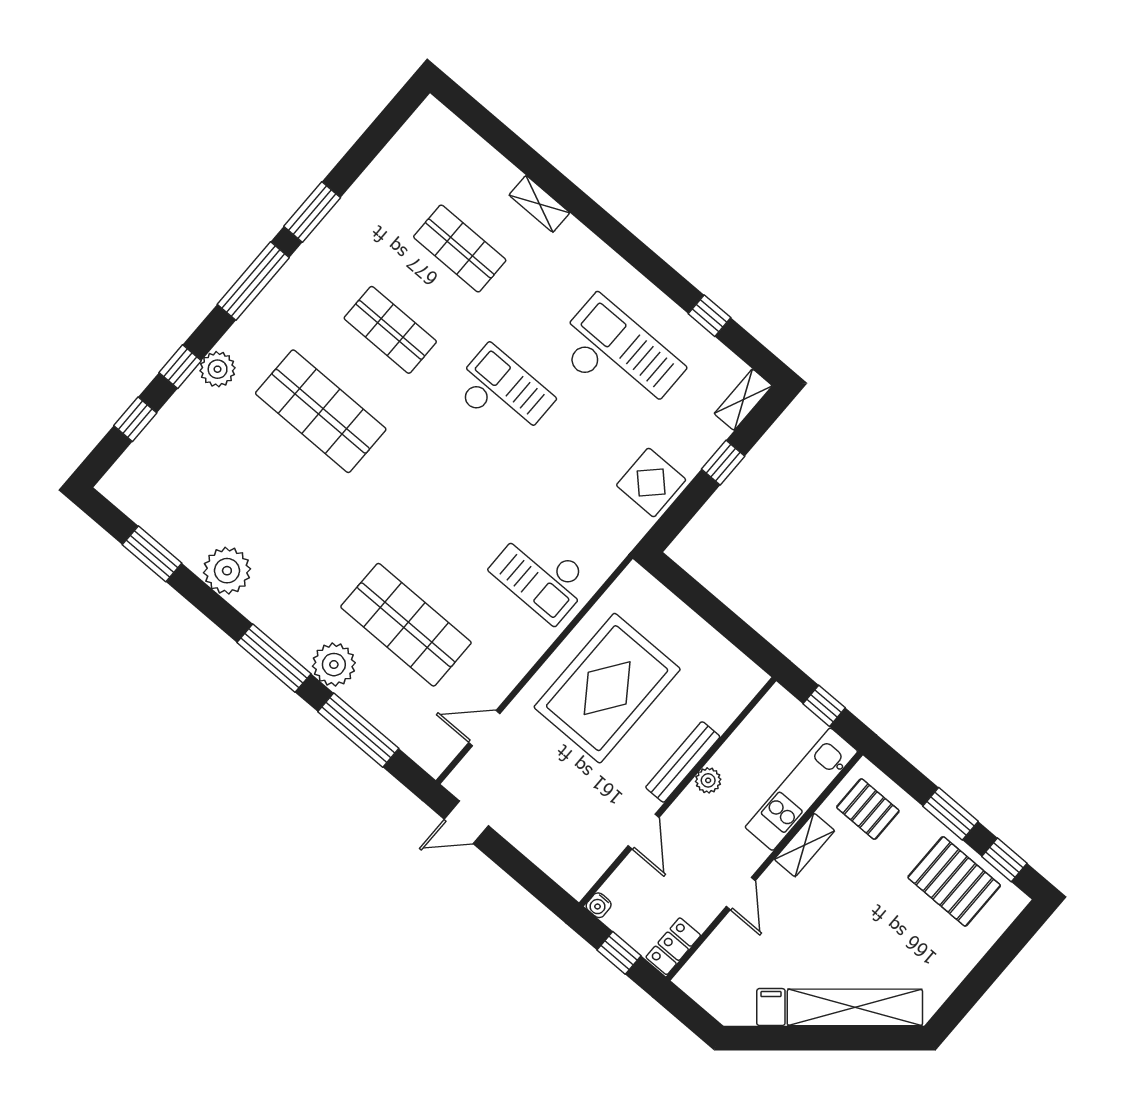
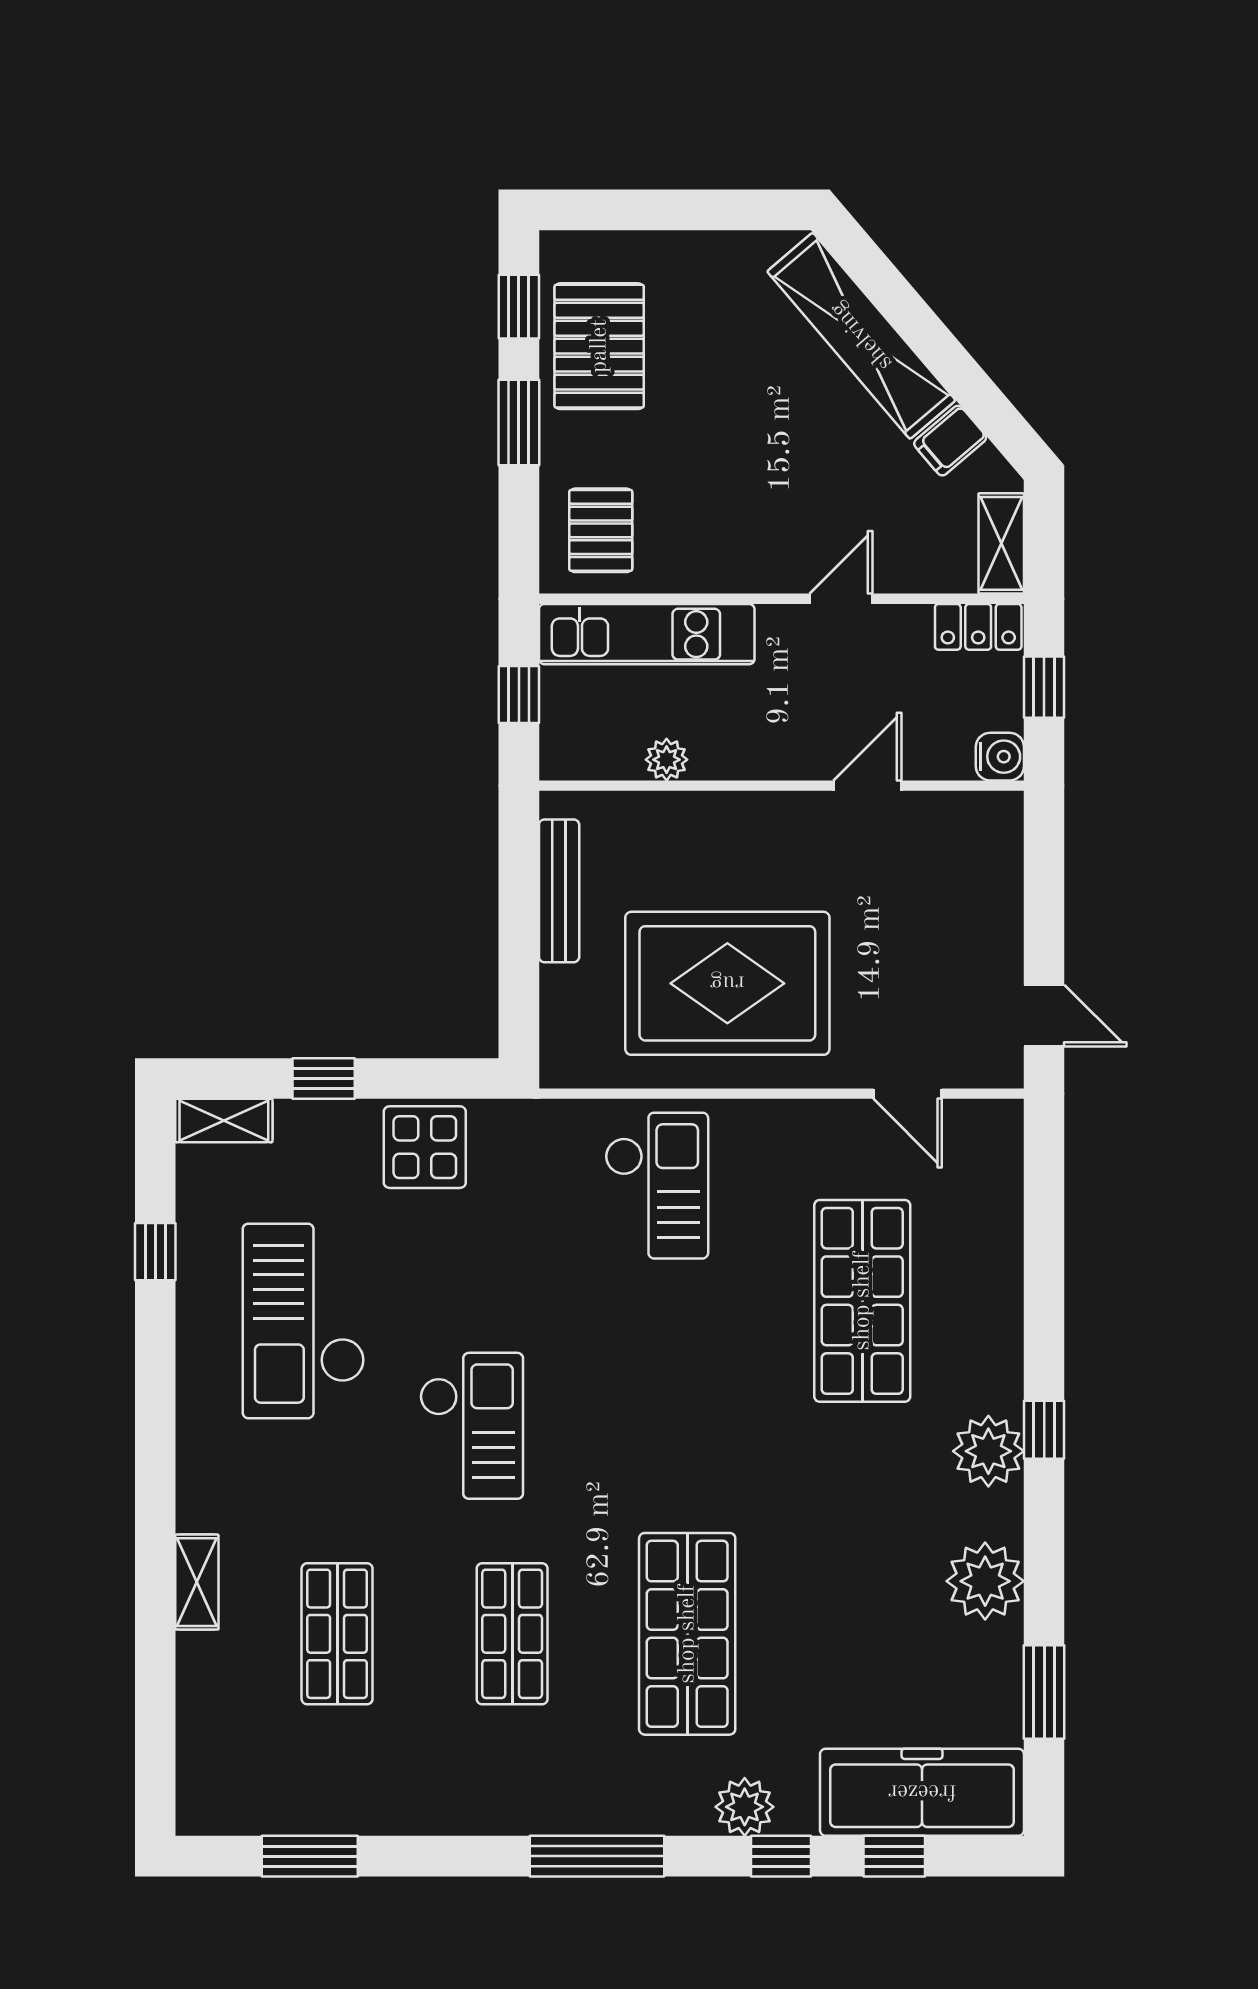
window: (312, 212) -> (310, 1856), moved
checkout: (503, 394) -> (472, 1426), turned 180
freezer: (154, 457) -> (922, 1792), added
window: (274, 658) -> (1044, 1430), width x0.46
plant: (334, 665) -> (988, 1451), moved
window: (358, 730) -> (1044, 1248), removed
bench: (683, 762) -> (559, 891), moved, turned 90
plant: (708, 780) -> (667, 760), moved
shelving: (805, 845) -> (1001, 543), moved, turned 90
water cooler: (599, 905) -> (1000, 757), width x1.38, depth x1.38

